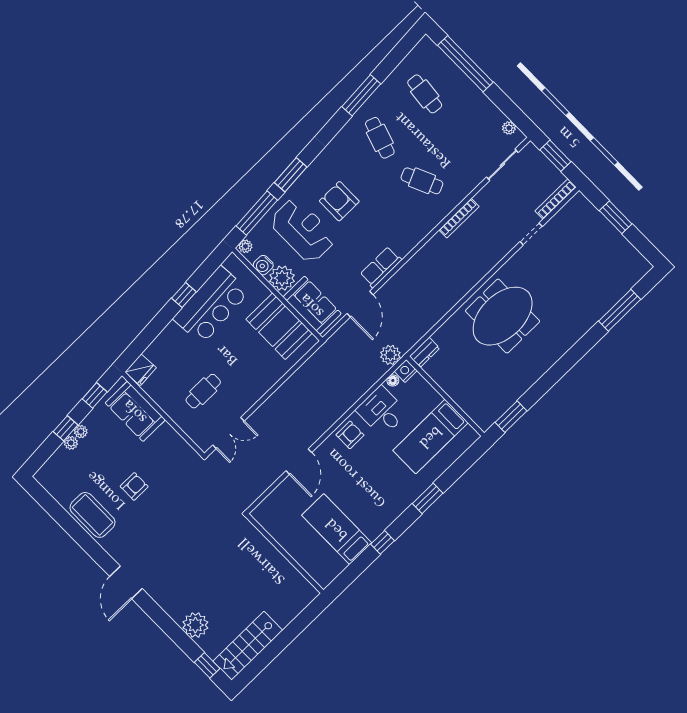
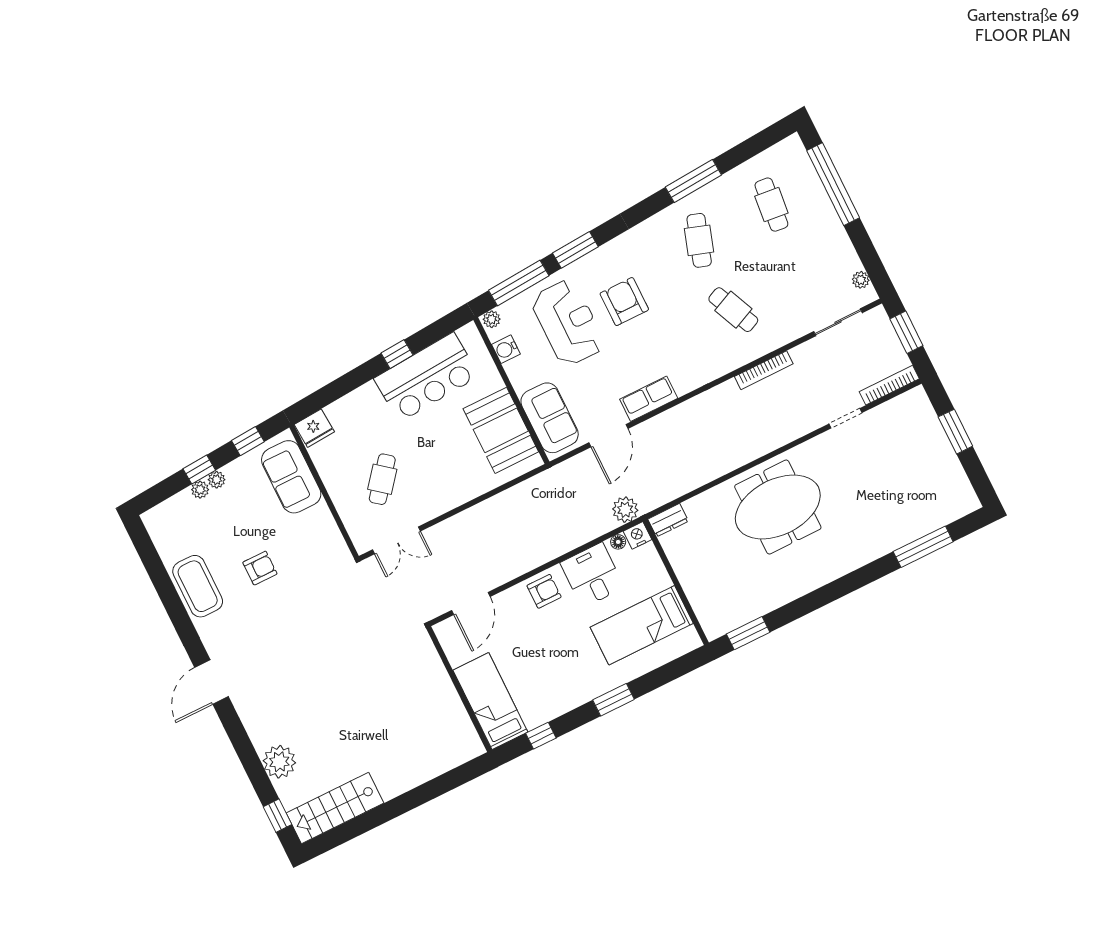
plant: (282, 278) -> (524, 373), removed
cafe table: (203, 391) -> (382, 479), turned -51
wall: (285, 553) -> (459, 689), moved

